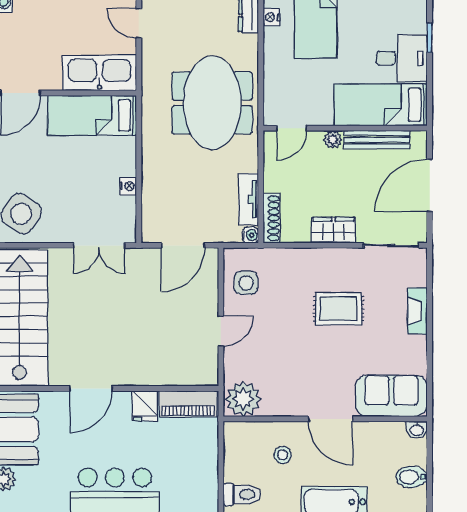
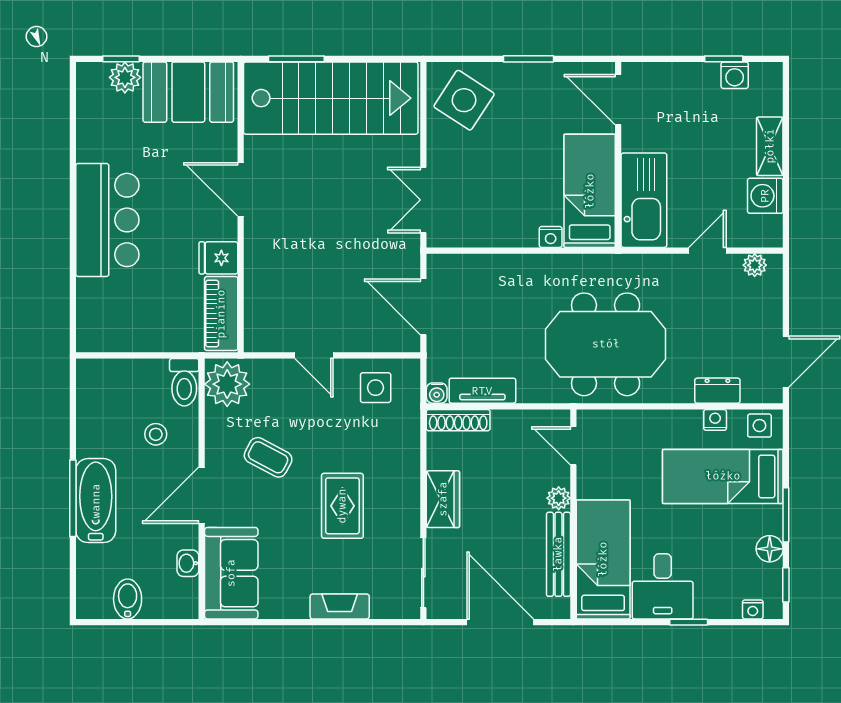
nightstand: (128, 186) -> (551, 237), moved
coffee table: (301, 367) -> (268, 457), added
washbasin: (417, 430) -> (188, 563), moved
toilet: (242, 494) -> (184, 382), moved

